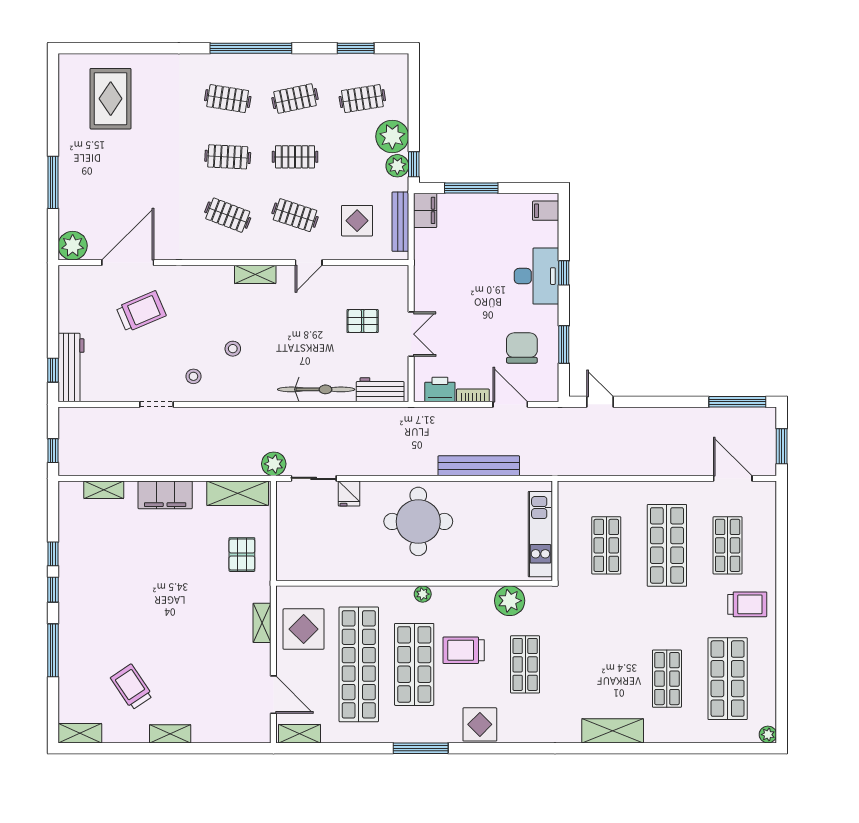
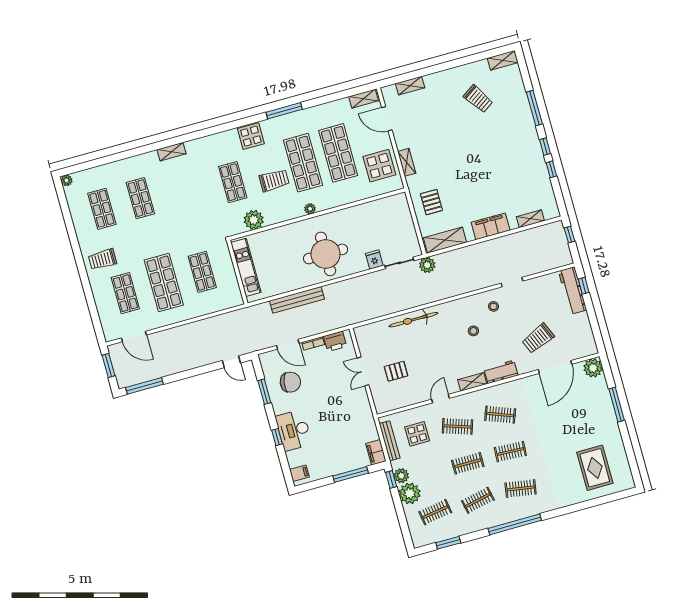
chair: (522, 348) -> (290, 382), turned -80
workbench: (380, 390) -> (501, 372), moved, turned 180
shop shelf: (359, 664) -> (338, 153), width x0.71
shop shelf: (728, 679) -> (102, 209), width x0.70, depth x0.74
shelving: (613, 731) -> (172, 152), width x0.67, depth x0.75
shelving: (170, 734) -> (410, 86), moved

